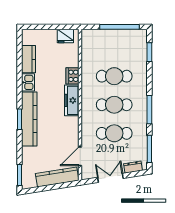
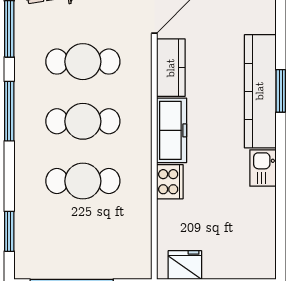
kitchen counter: (29, 59) -> (171, 68), moved, turned 180

